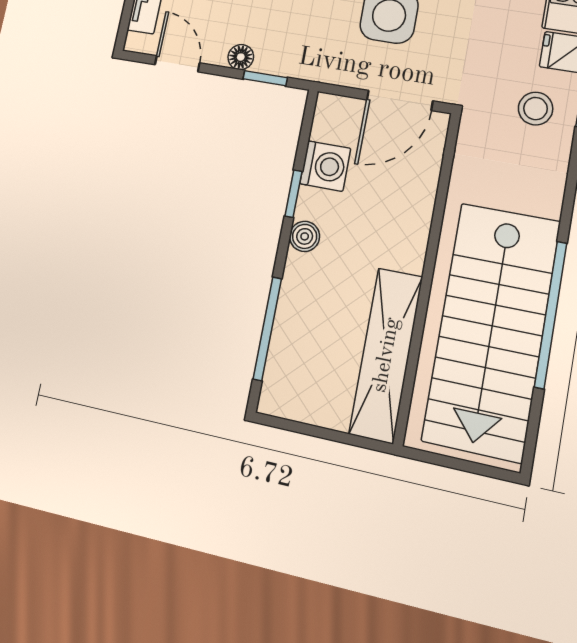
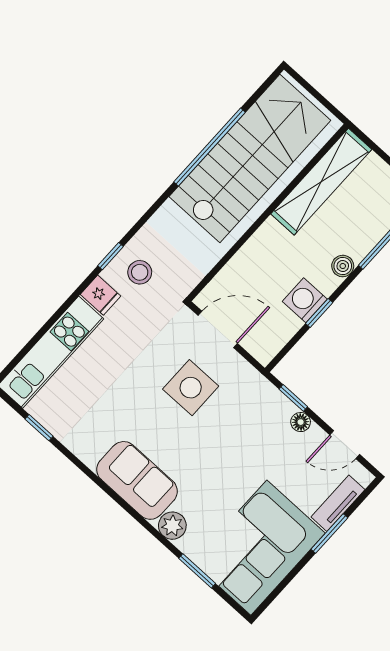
door: (177, 64) -> (345, 445), hinge flipped
washing machine: (325, 166) -> (305, 300), moved
boiler: (305, 236) -> (343, 266), moved

